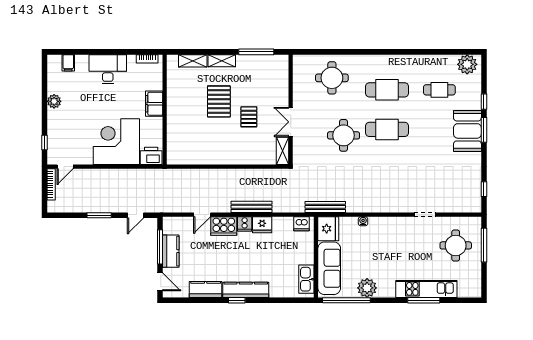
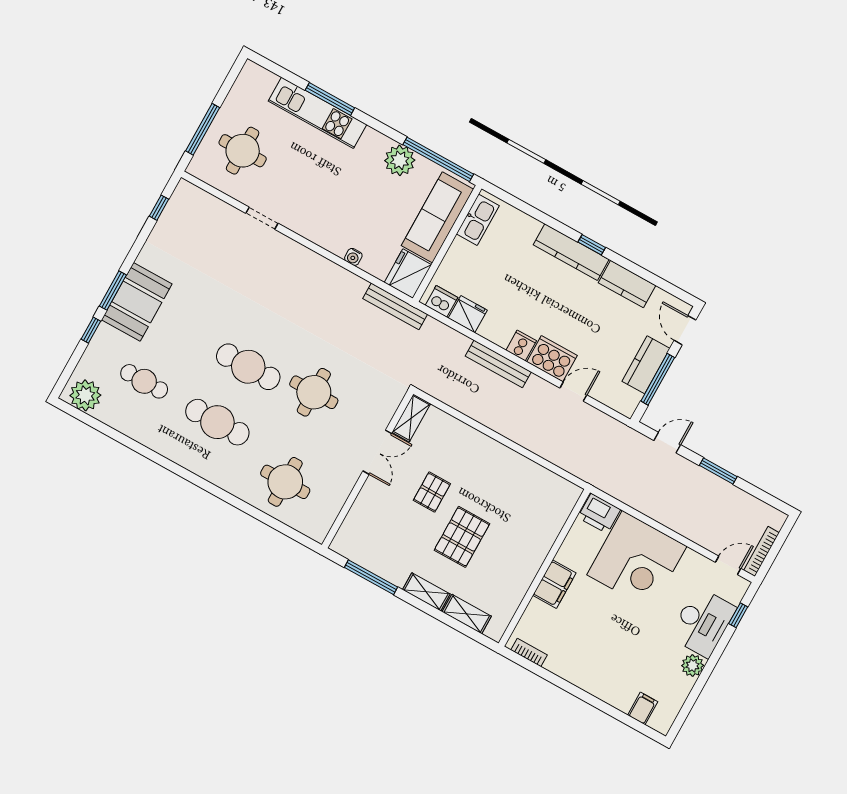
desk: (108, 69) -> (703, 622), moved, turned -90
fridge: (262, 225) -> (468, 314), moved

